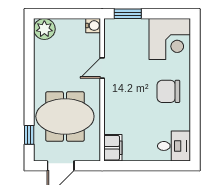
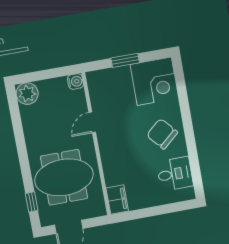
window: (128, 14) -> (125, 60), moved
chair: (168, 91) -> (162, 134), turned 49
desk: (174, 146) -> (175, 174), moved

